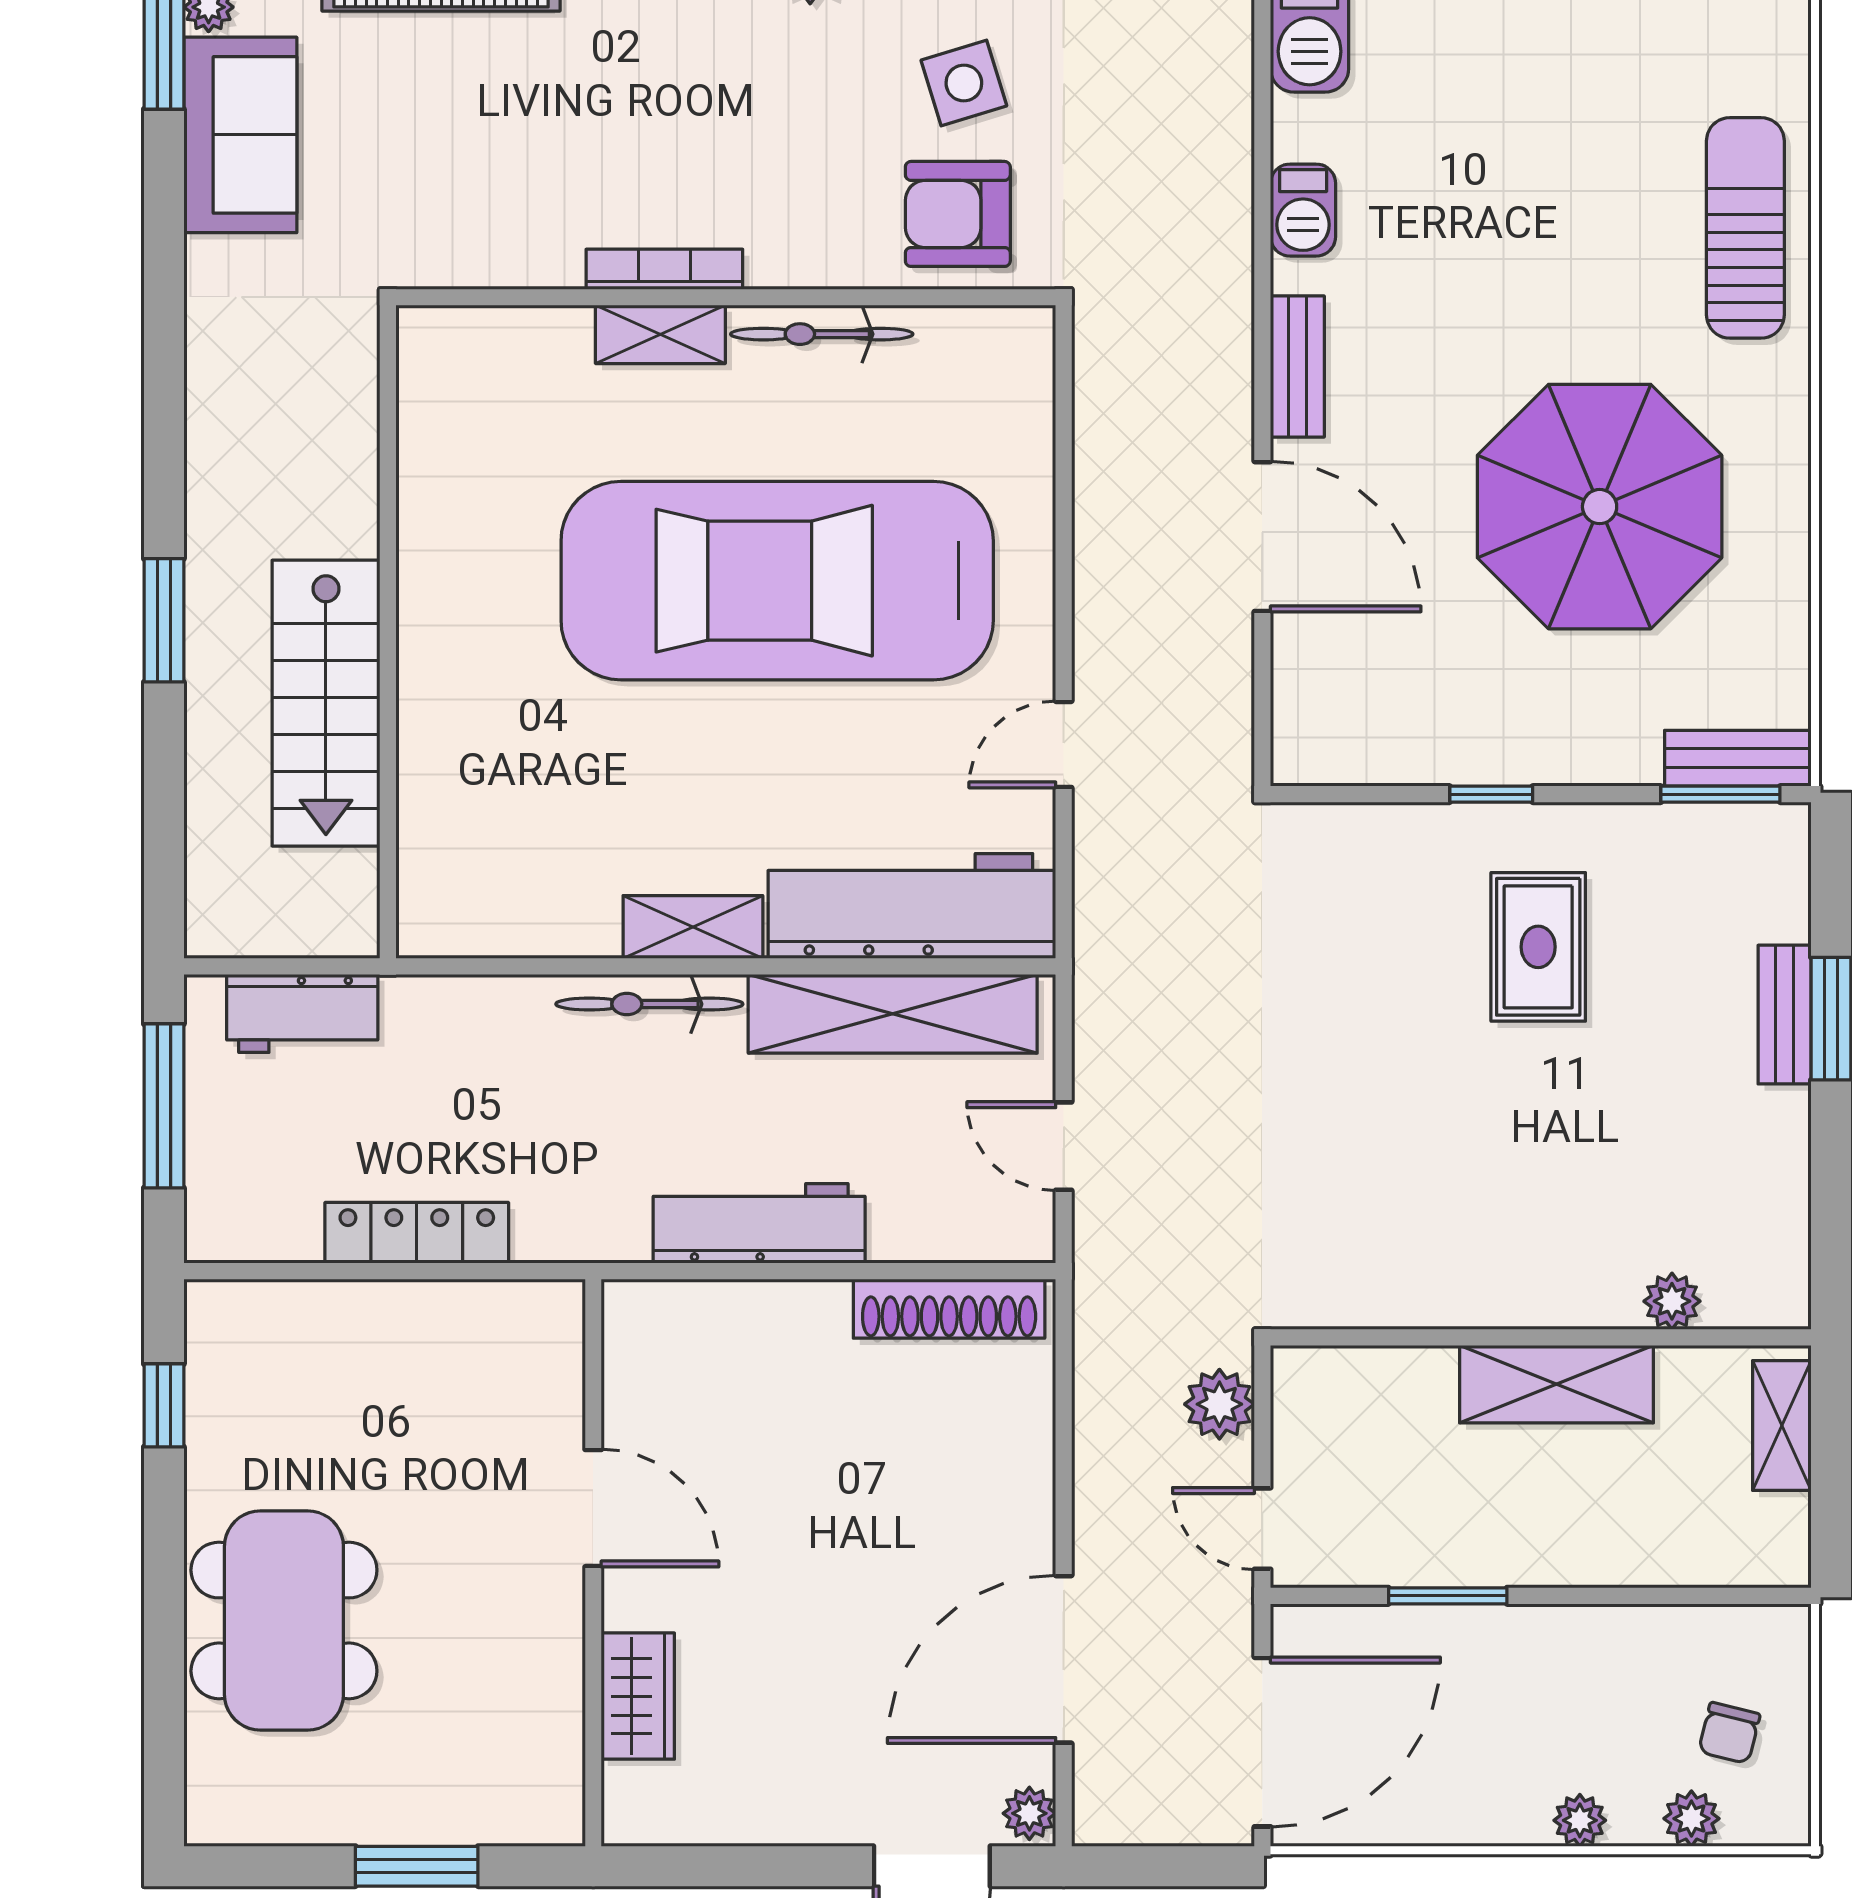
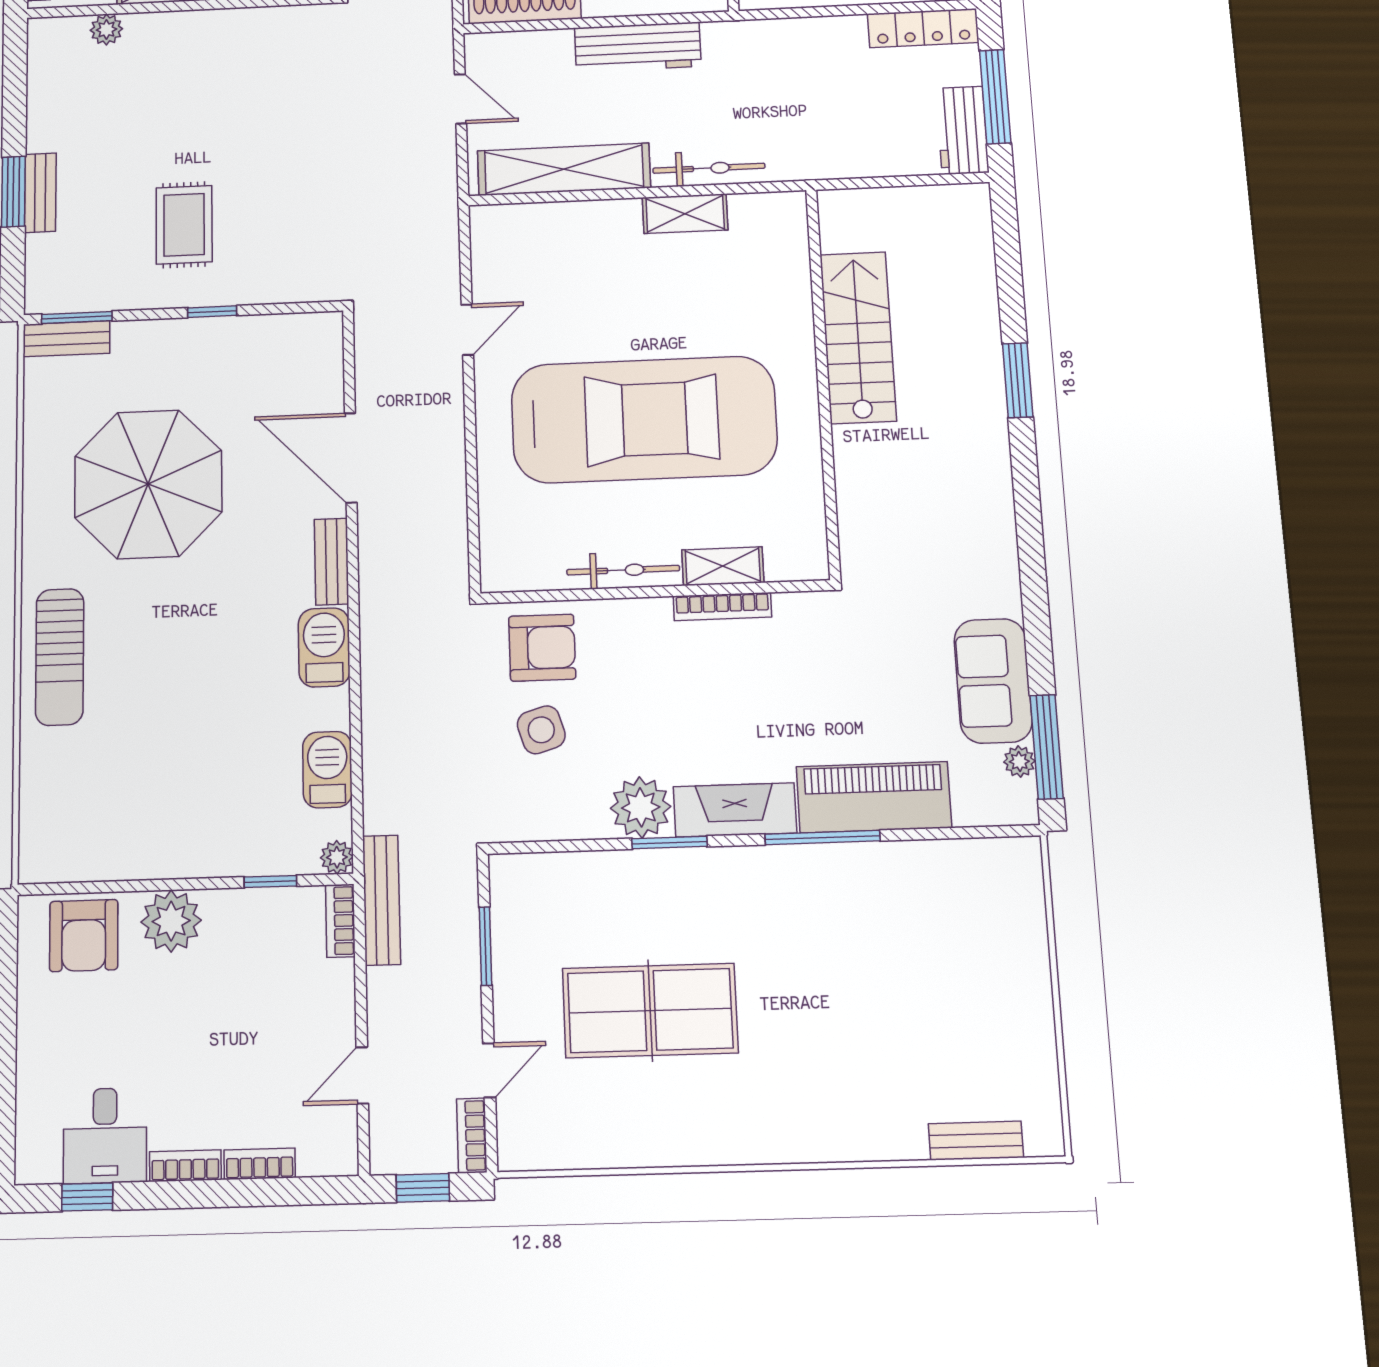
barbecue: (1303, 210) -> (324, 647), width x1.38, depth x1.27
wall: (388, 632) -> (823, 381), moved
stairs: (326, 703) -> (858, 337), moved
workbench: (912, 906) -> (555, 232), removed
workbench: (302, 1013) -> (962, 130), moved, turned -90
locker: (417, 1233) -> (923, 28), moved

